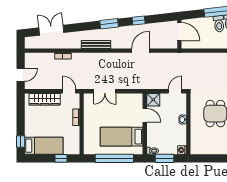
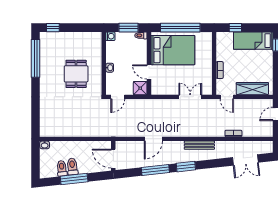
window: (139, 20) -> (155, 170), width x2.17
bed: (122, 137) -> (173, 50), width x1.50

